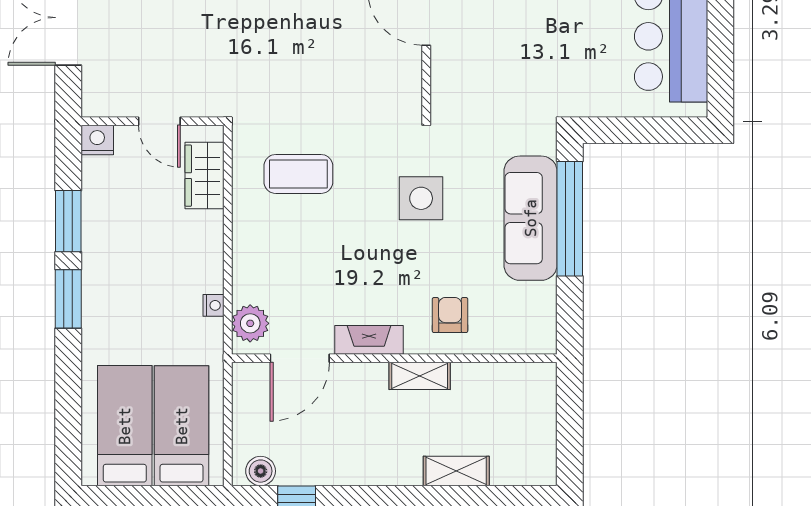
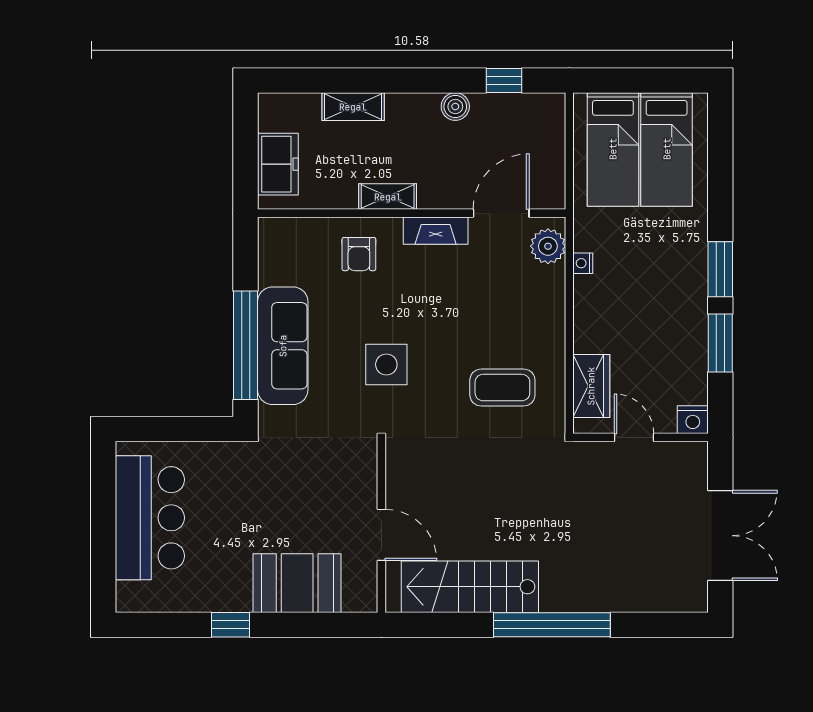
freezer: (536, 410) -> (278, 164), added
boiler: (261, 471) -> (455, 107), moved

